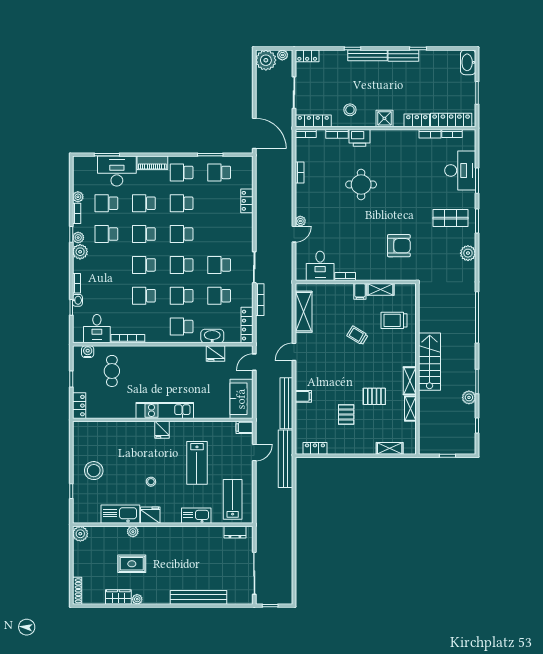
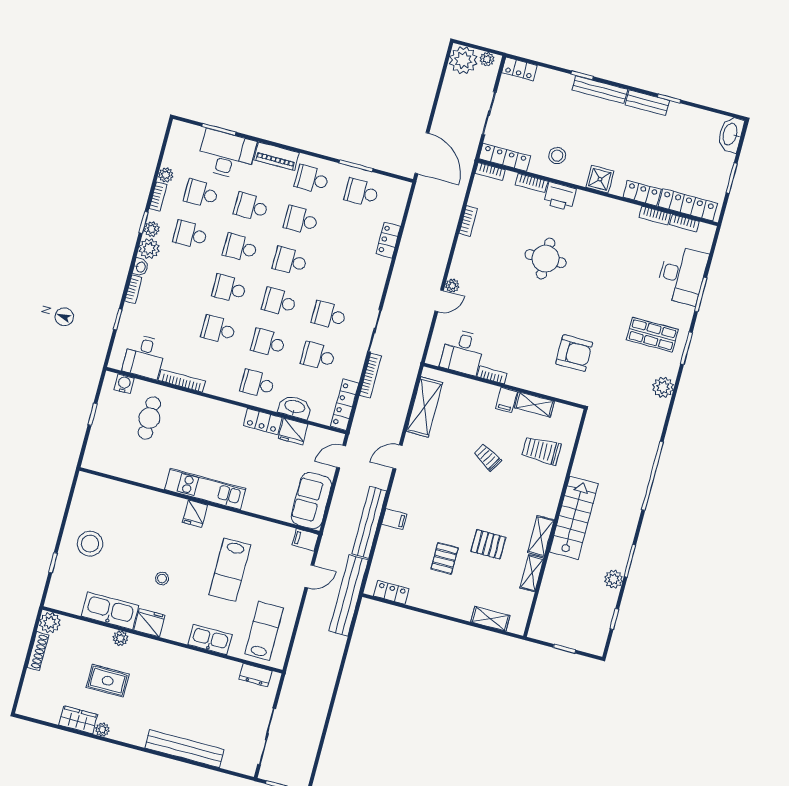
washbasin: (77, 300) -> (140, 267), moved
locker: (79, 406) -> (263, 421), moved, turned 90
shoe rack: (77, 591) -> (38, 651), moved

